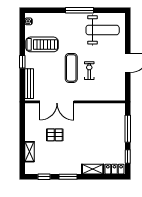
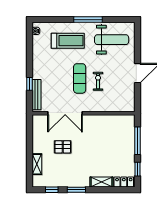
treadmill: (42, 44) -> (68, 41), moved
window: (22, 62) -> (30, 84), moved

